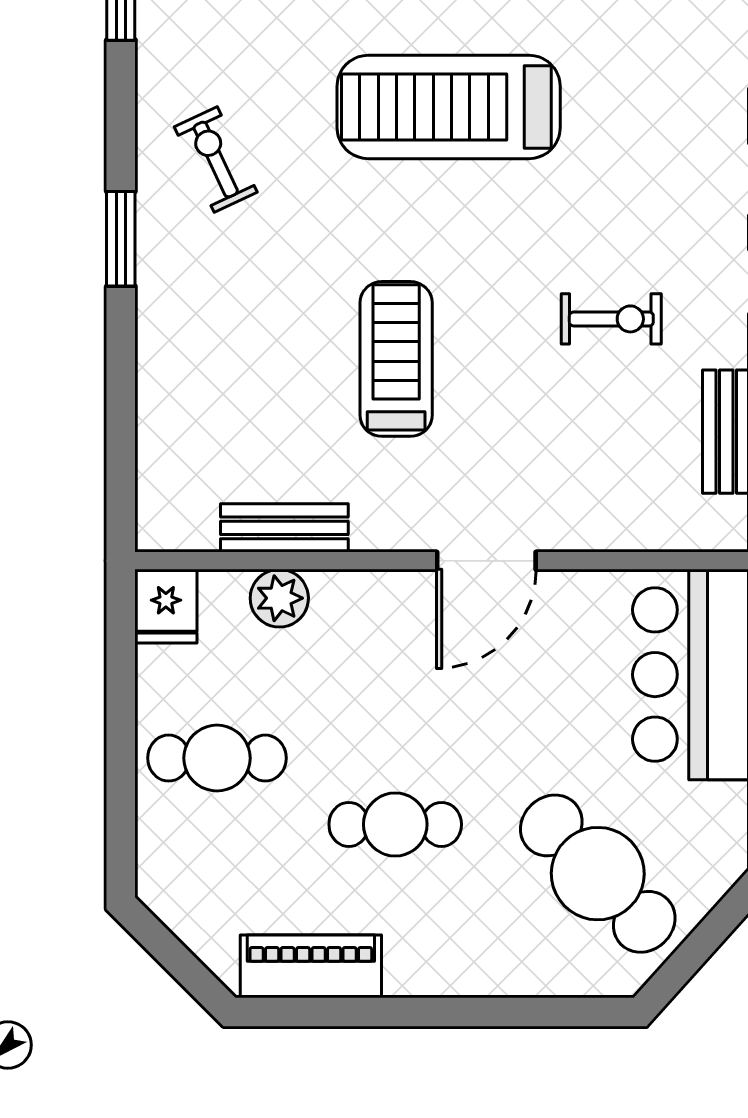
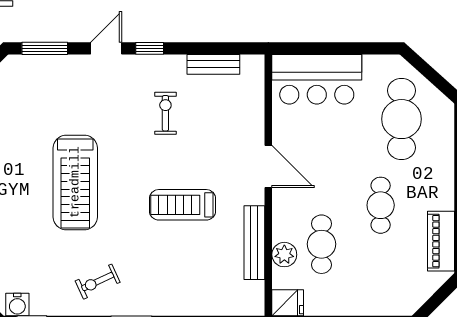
bench: (284, 528) -> (254, 243), width x1.36
cafe table: (217, 758) -> (322, 244), moved
cafe table: (598, 874) -> (401, 119), turned -46

